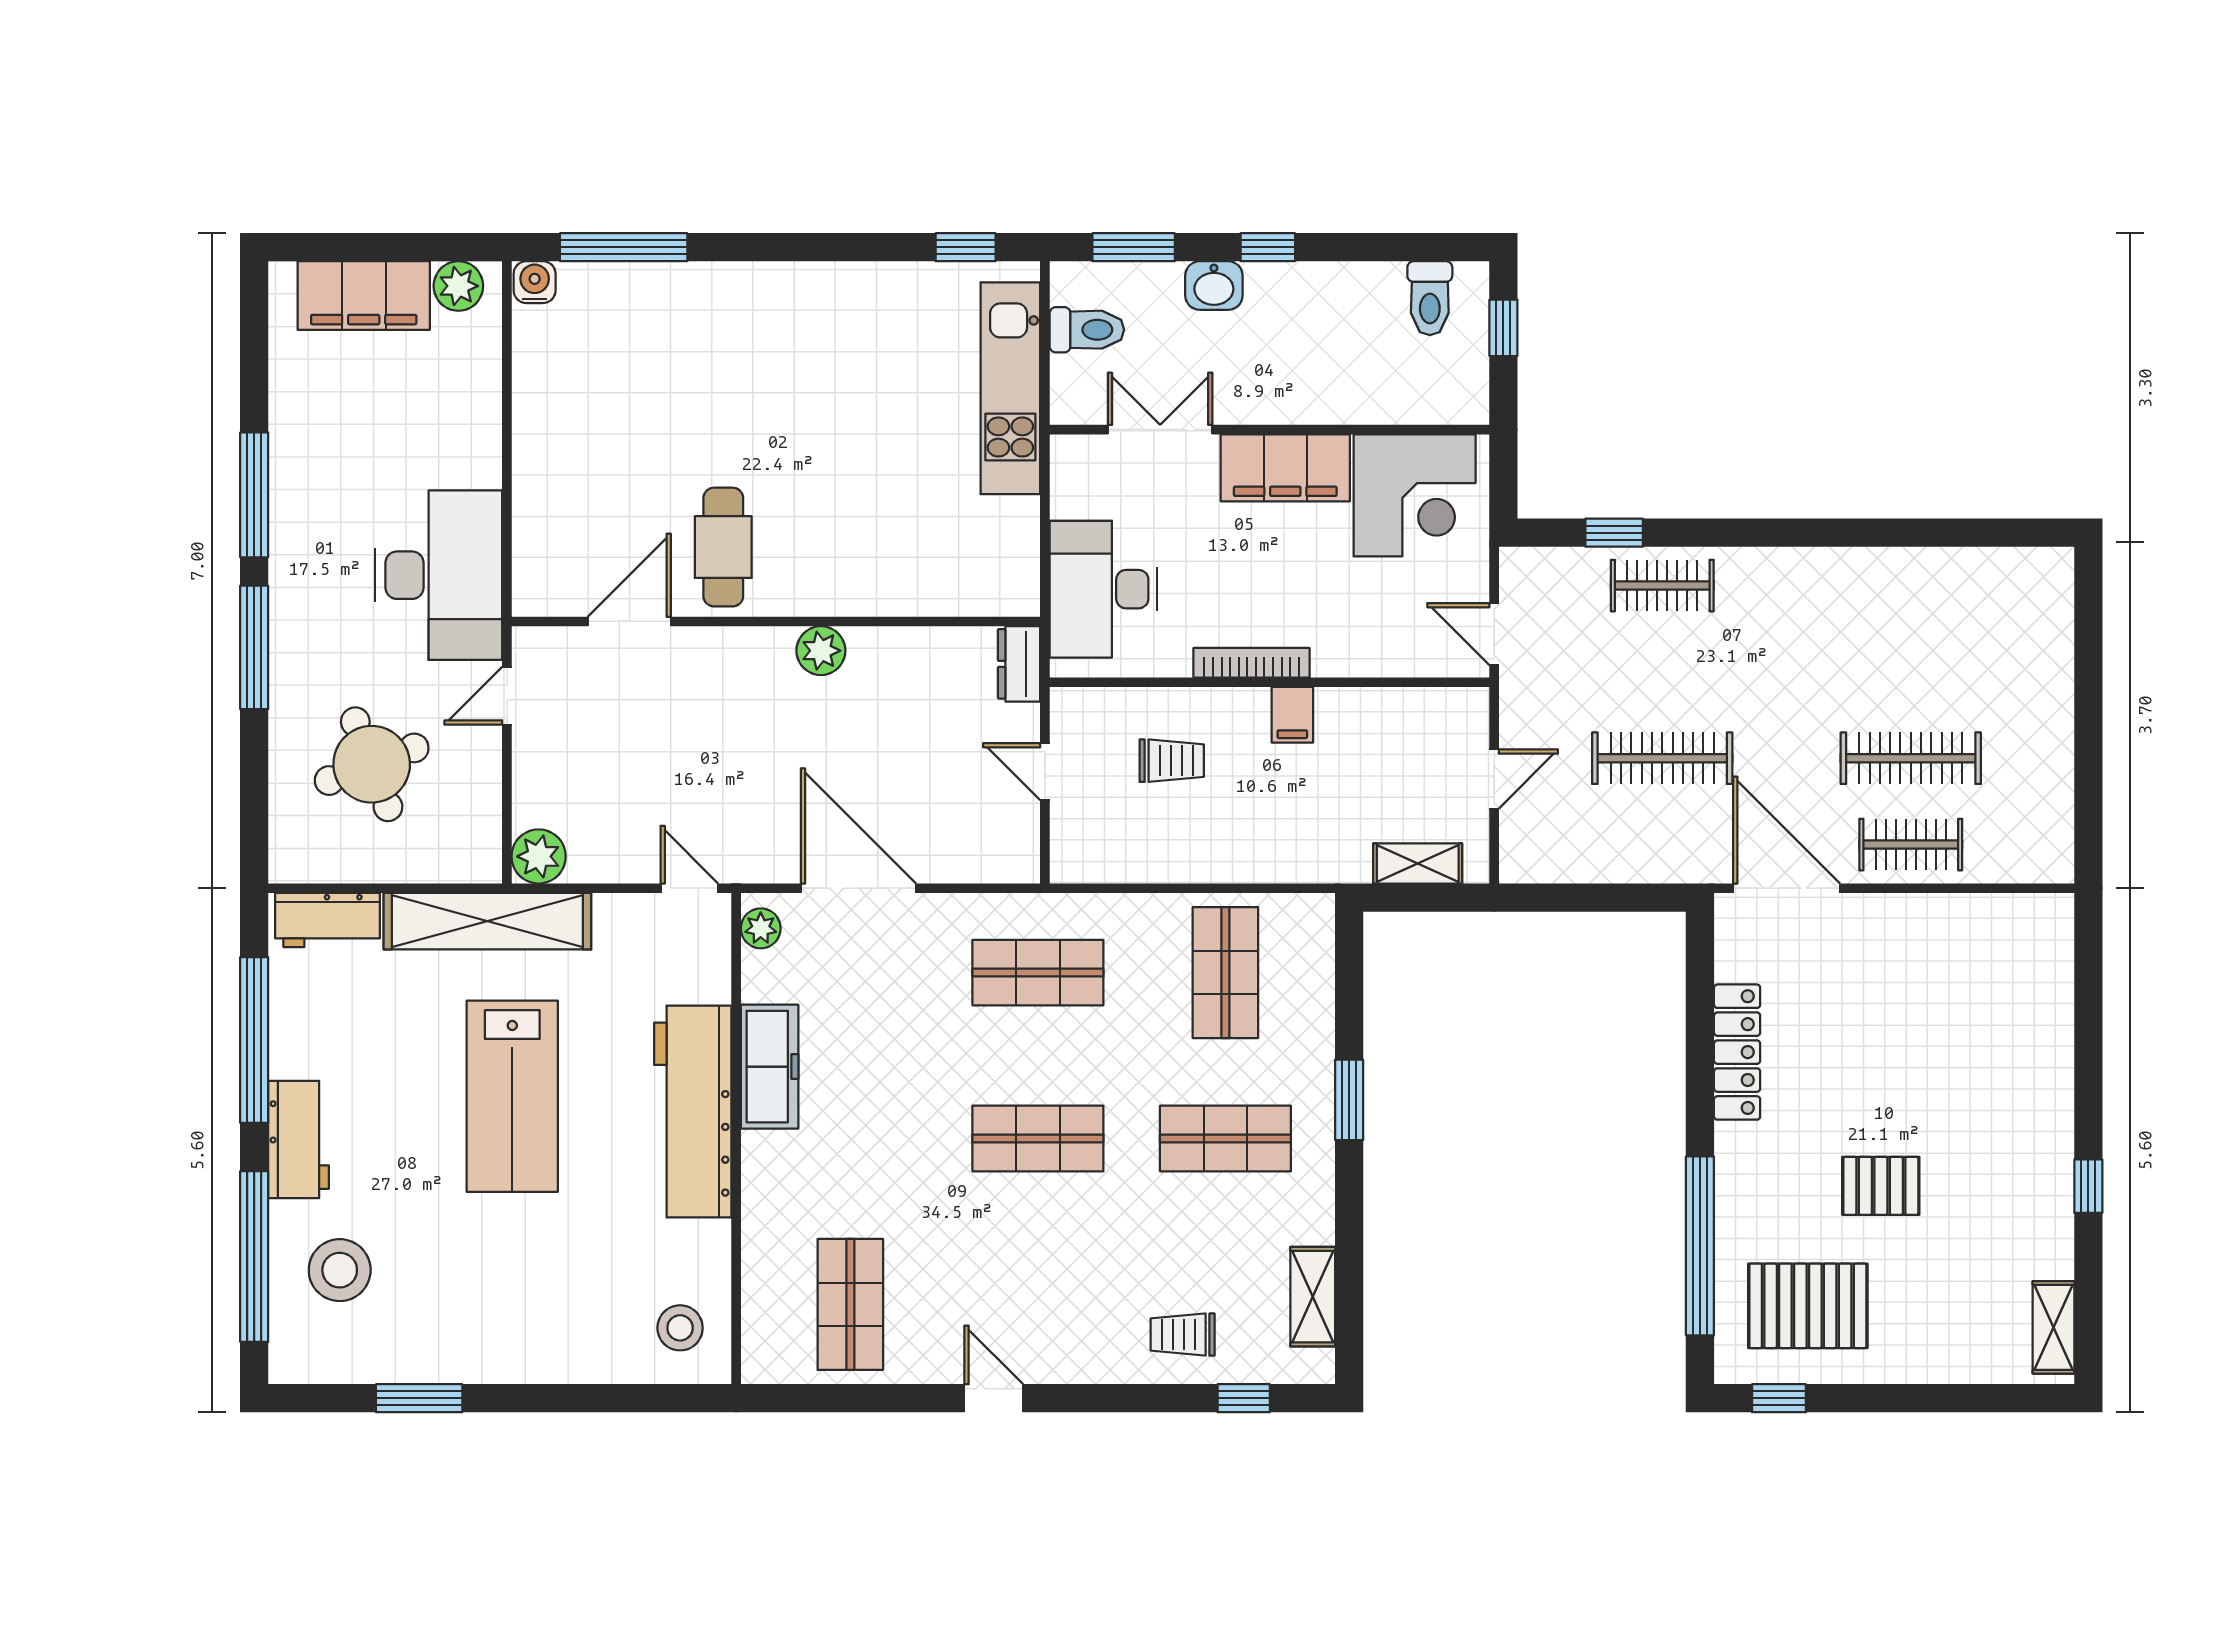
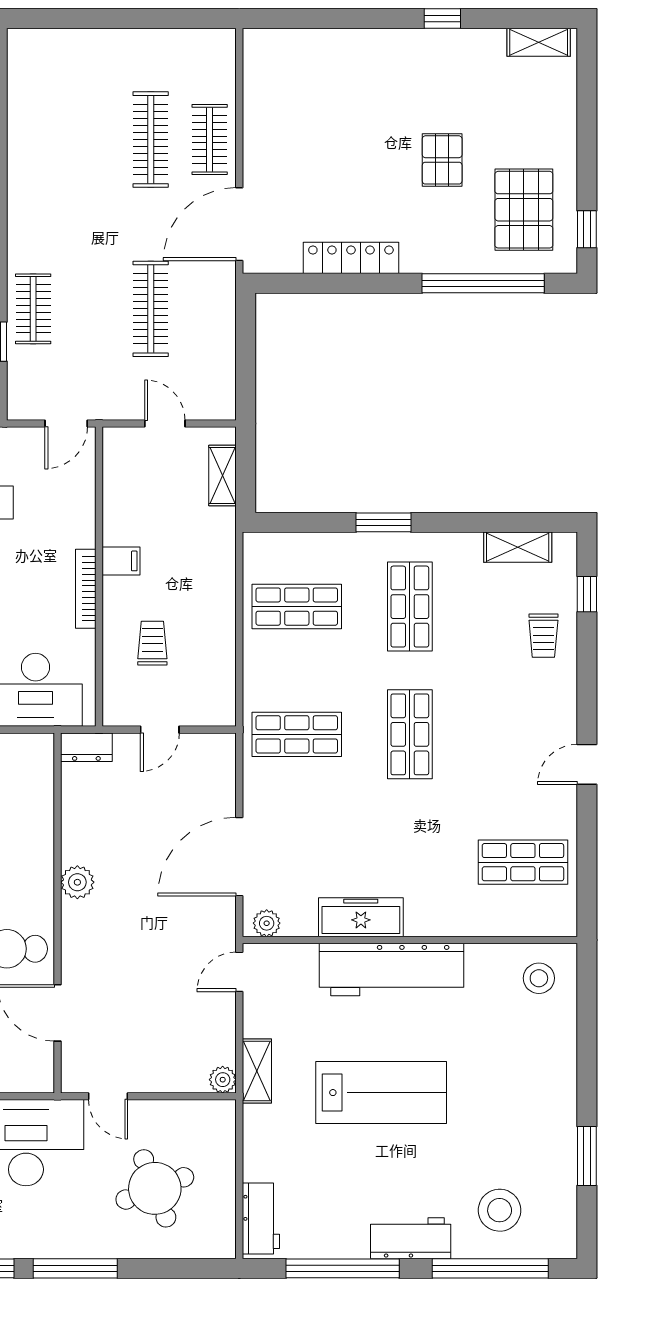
plant: (539, 856) -> (223, 1080), width x0.73, depth x0.73
shelving: (487, 921) -> (257, 1071), width x0.45, depth x0.75
shop shelf: (1038, 973) -> (297, 734), turned 90

